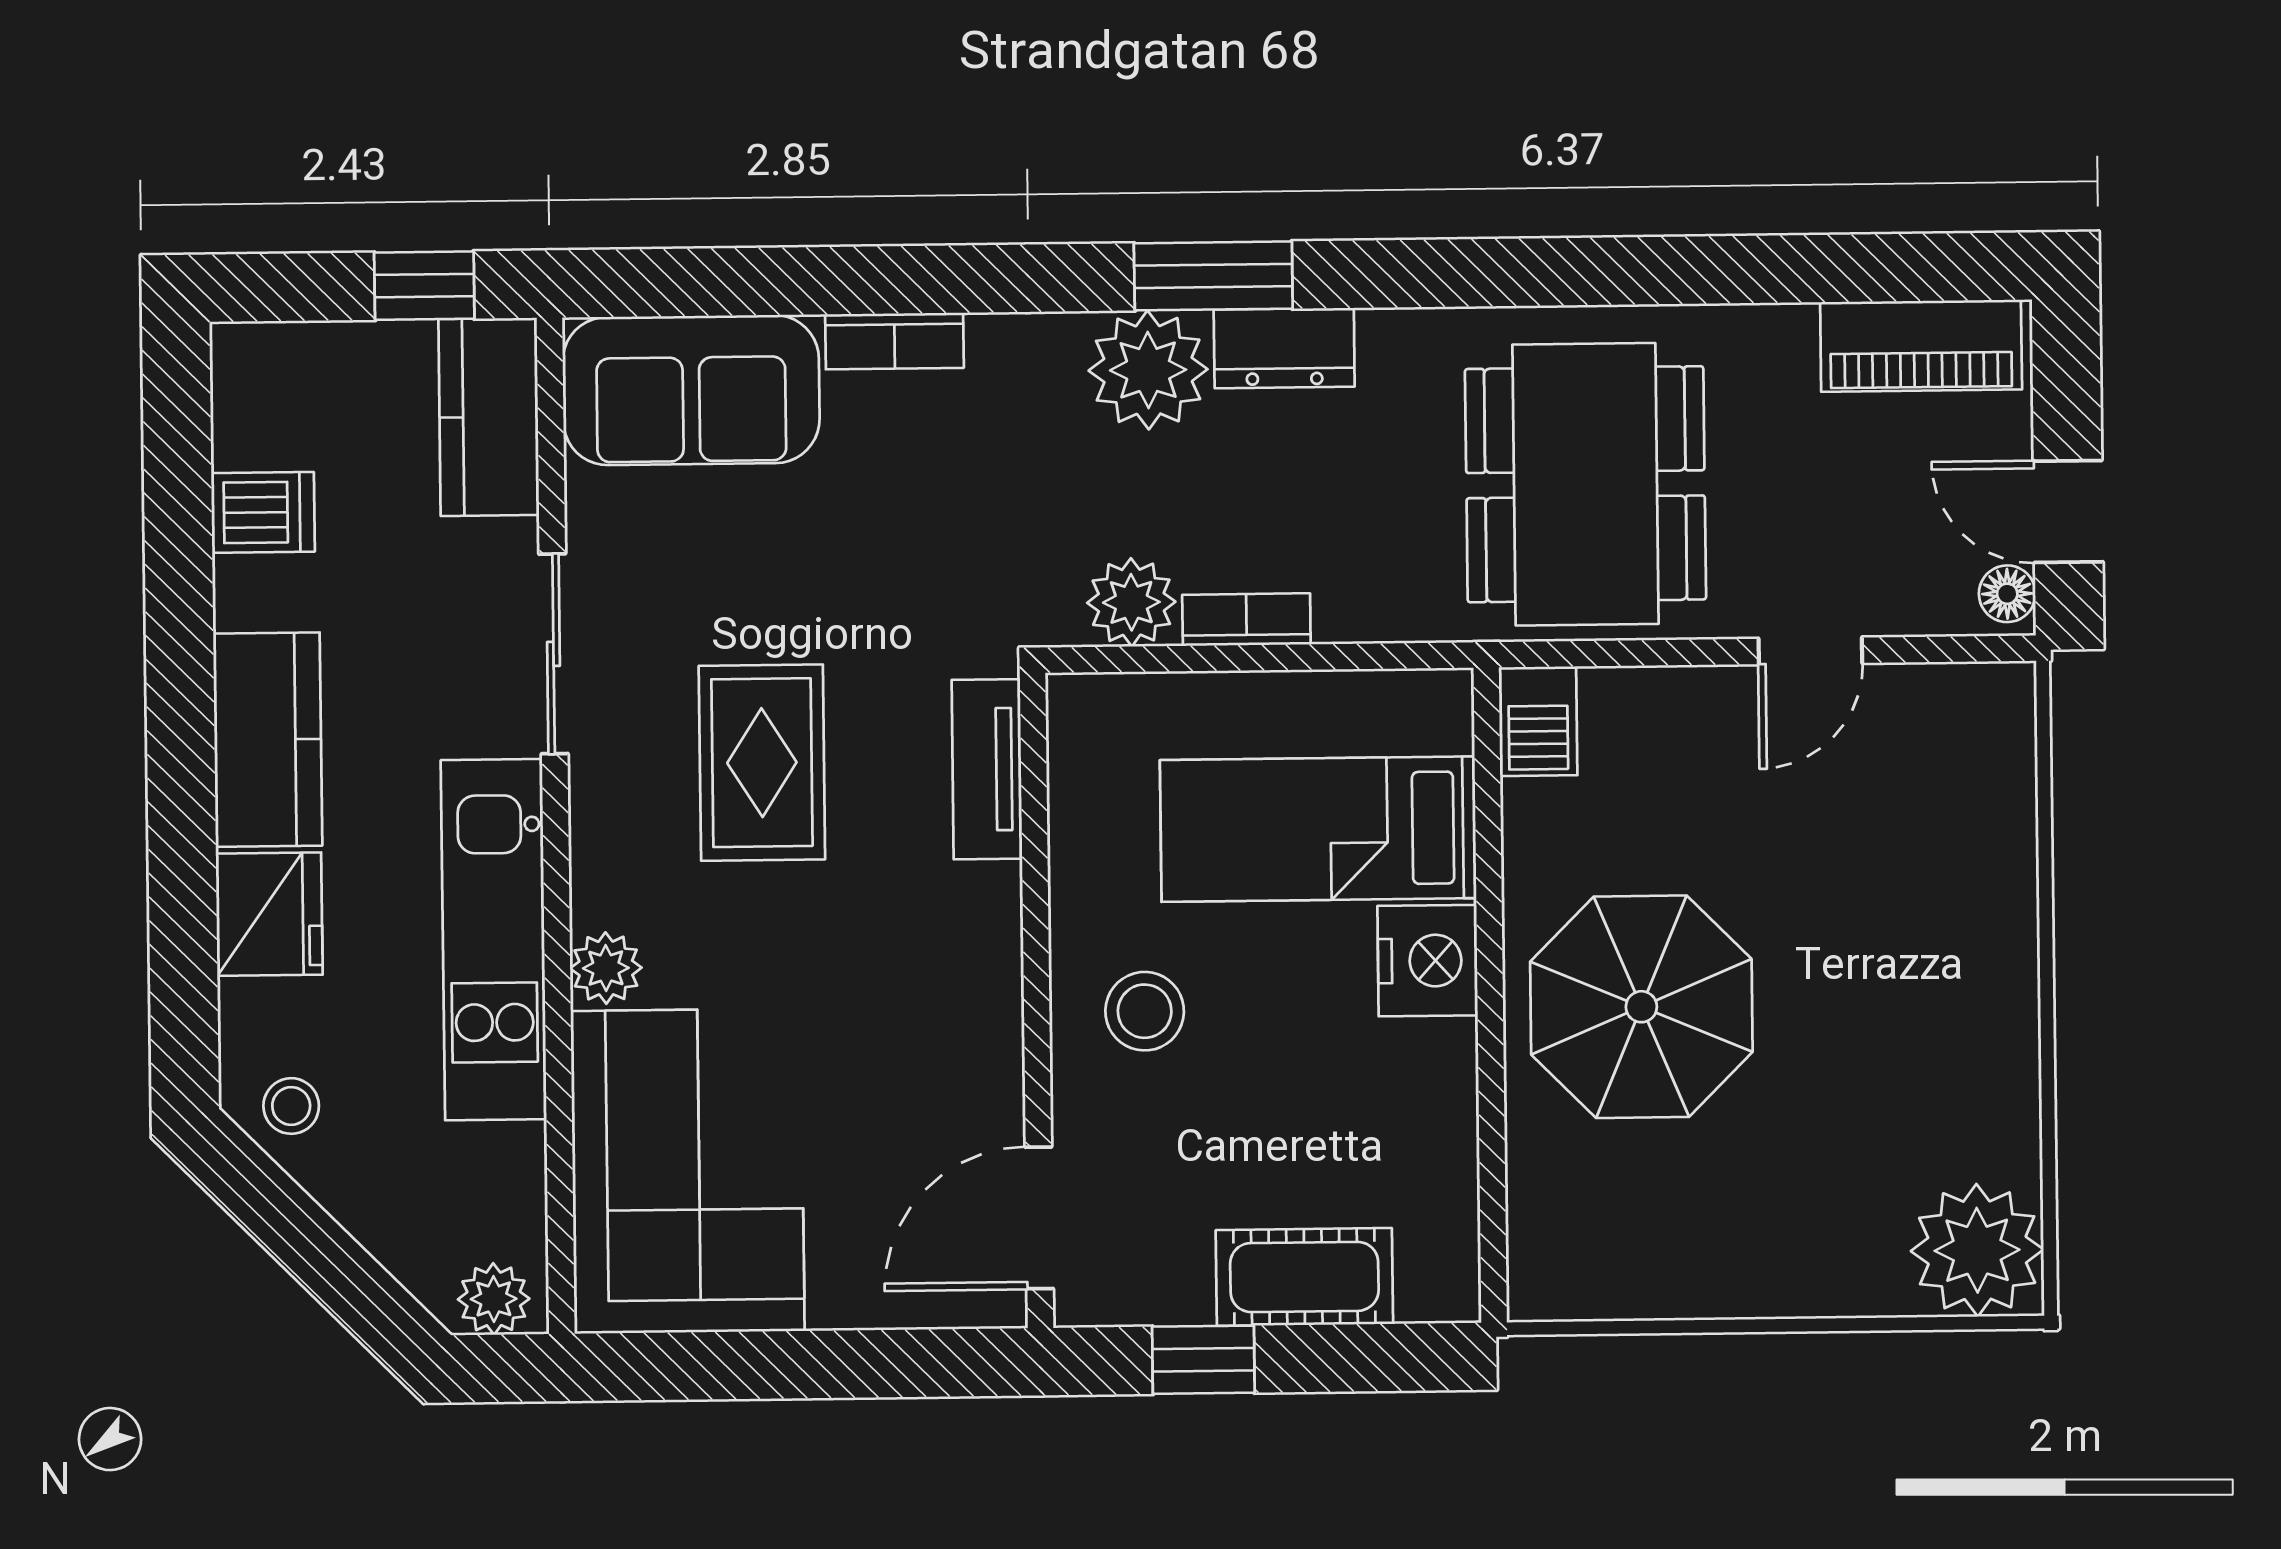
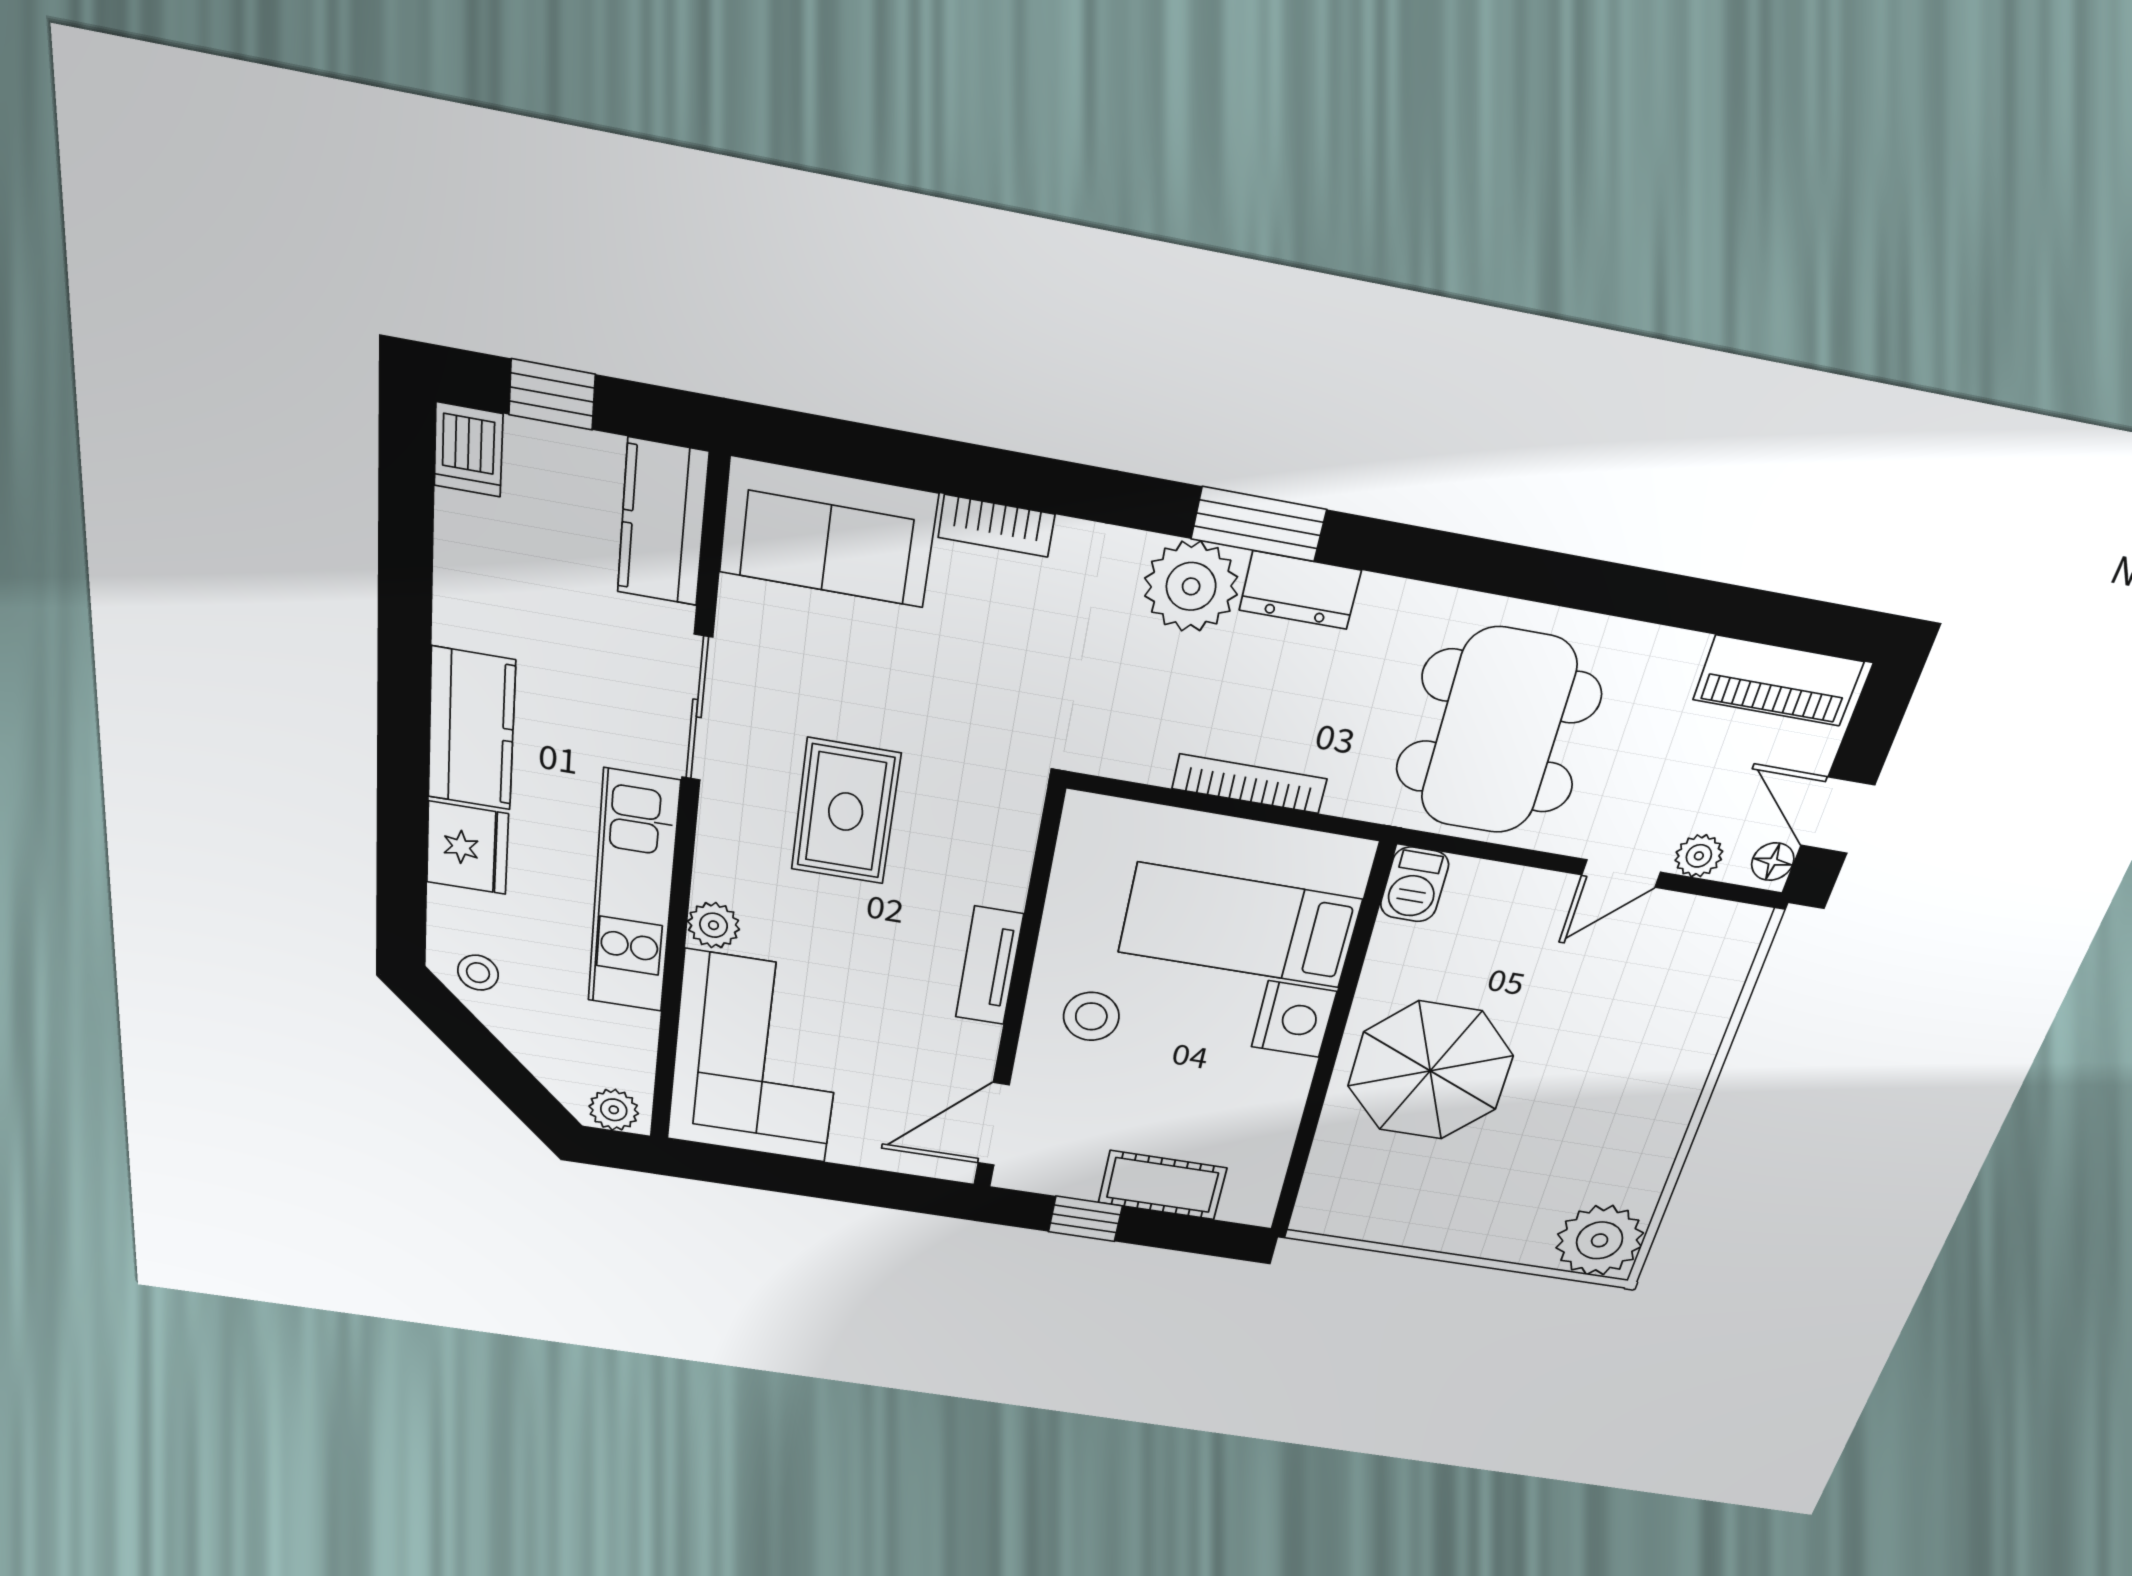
window: (424, 286) -> (552, 394), moved
dishwasher: (263, 512) -> (468, 450), moved, turned 90
plant: (1131, 602) -> (1699, 856), moved, width x0.73, depth x0.73
bookcase: (1246, 620) -> (1249, 784), width x1.56
tv unit: (987, 769) -> (989, 966), moved

